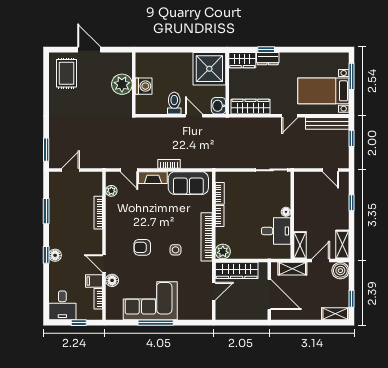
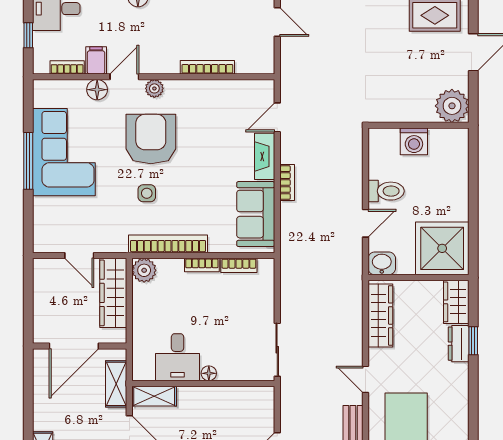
plant: (122, 84) -> (452, 106), moved
plant: (111, 191) -> (154, 88), moved
armchair: (142, 247) -> (151, 139), width x1.88, depth x1.88

